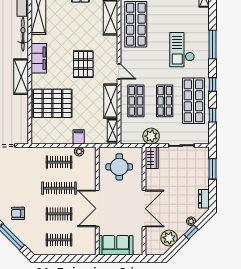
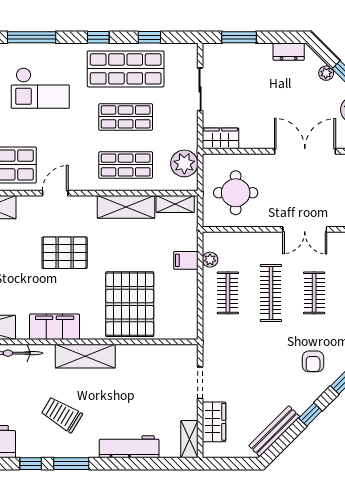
door: (119, 72) -> (55, 193), moved
plant: (151, 136) -> (184, 163), moved
double door: (97, 208) -> (305, 229), width x0.73

